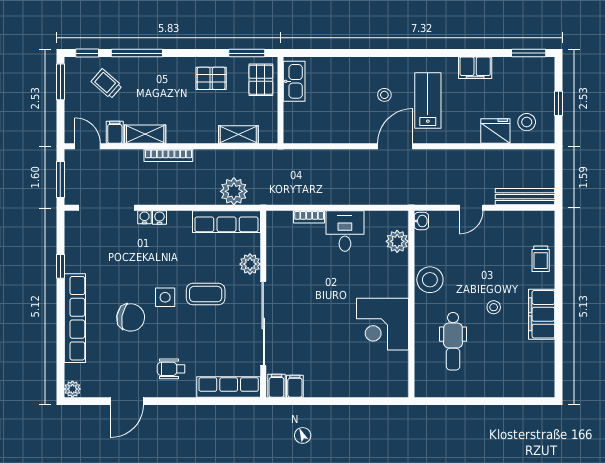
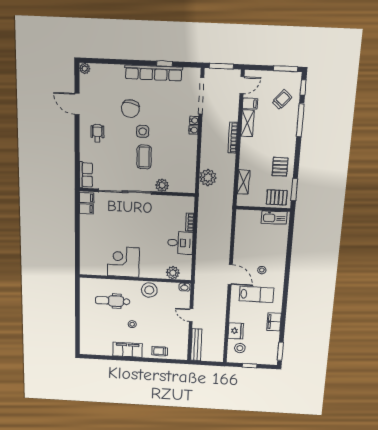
row of seats: (226, 222) -> (189, 172), removed
row of seats: (75, 318) -> (154, 73), moved
row of seats: (229, 387) -> (86, 175), width x0.68

